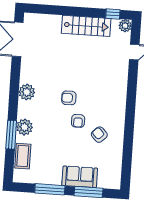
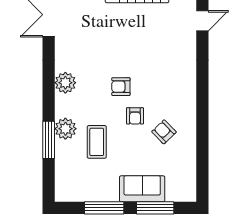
coffee table: (23, 156) -> (97, 142), moved

